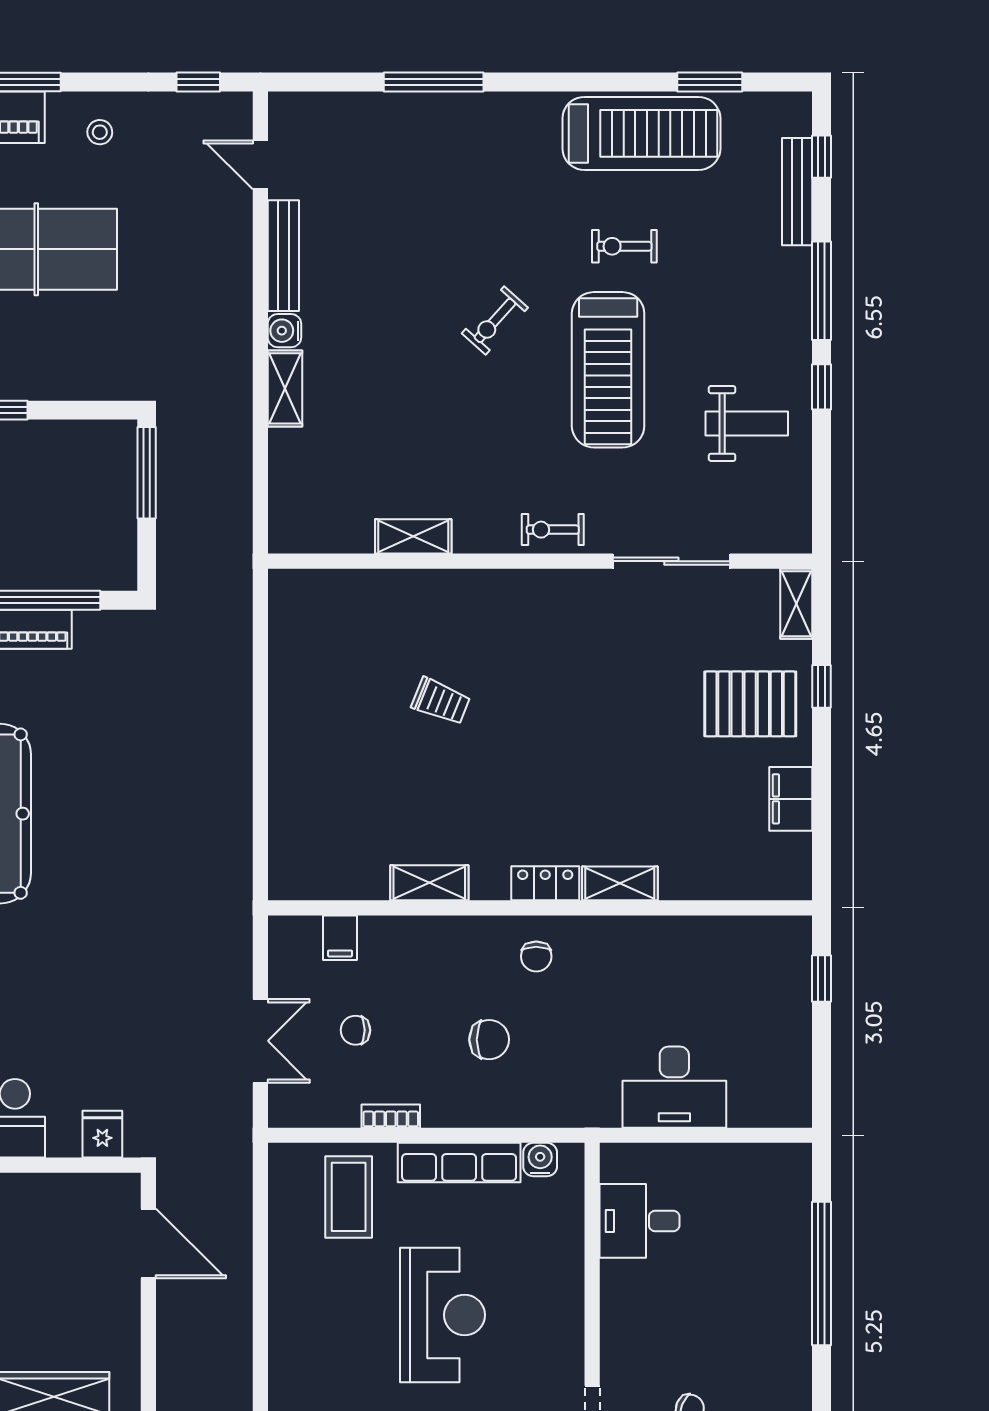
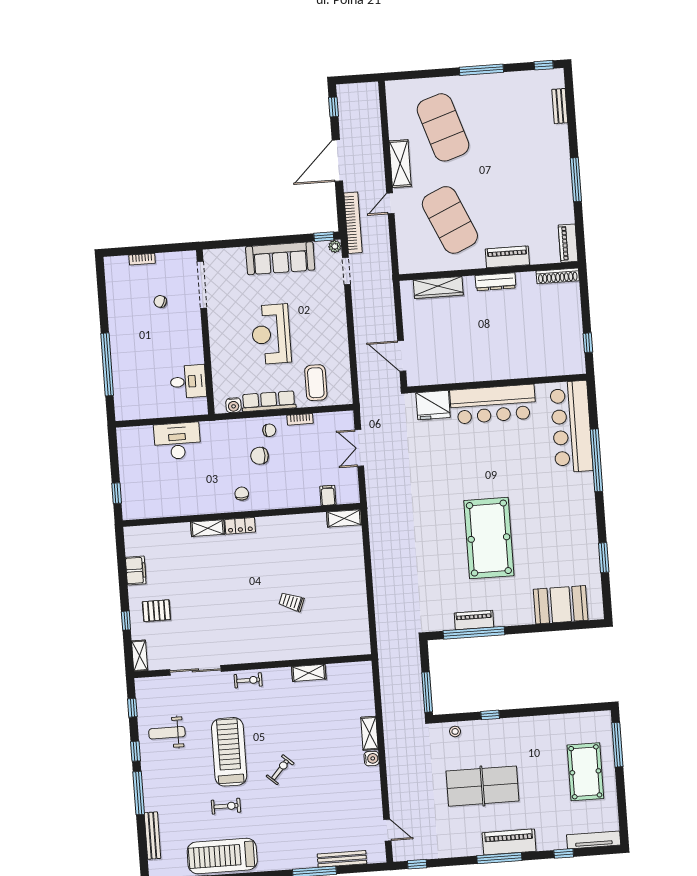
stool: (100, 132) -> (455, 731), moved
window: (821, 157) -> (132, 708), moved
bench: (283, 256) -> (342, 859), moved, turned 90
pallet: (750, 704) -> (156, 611), width x0.67, depth x0.71
shelving: (429, 883) -> (344, 518), moved
chair: (355, 1030) -> (269, 430), moved
fridge: (102, 1134) -> (433, 405), width x1.88, depth x1.34

